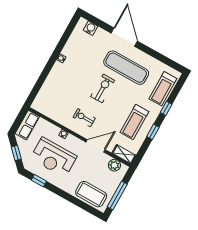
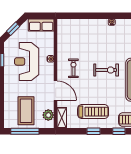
treadmill: (134, 122) -> (93, 112), turned 180
coffee table: (91, 194) -> (26, 111), moved

